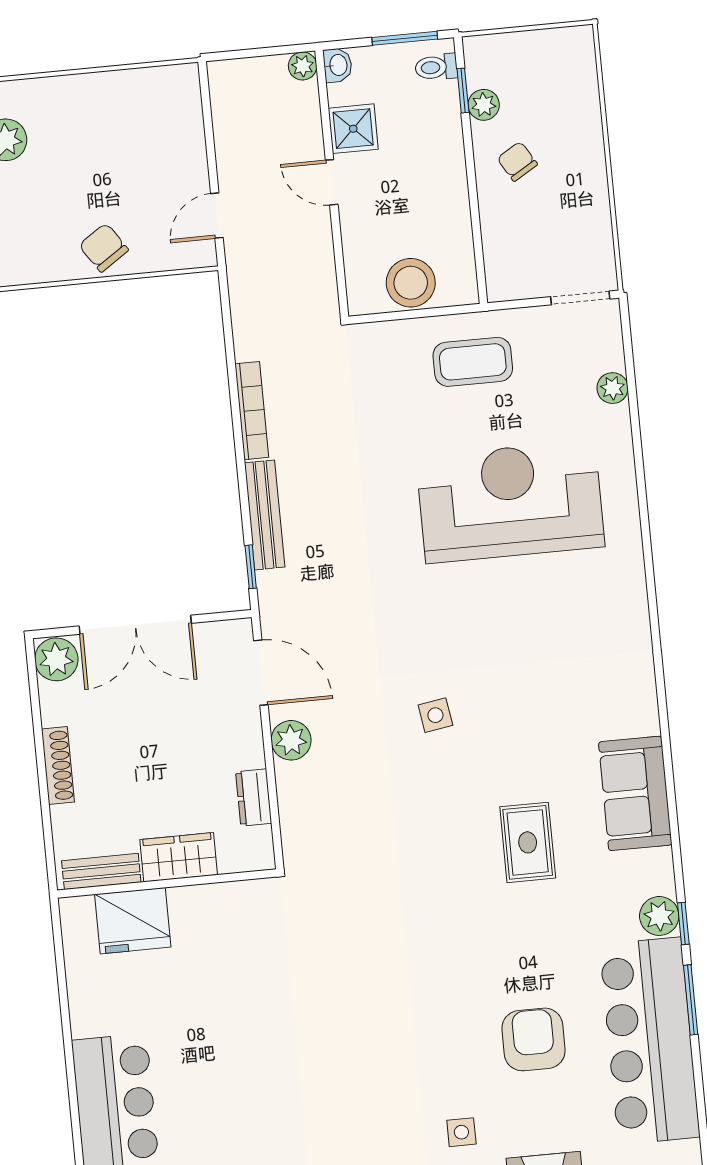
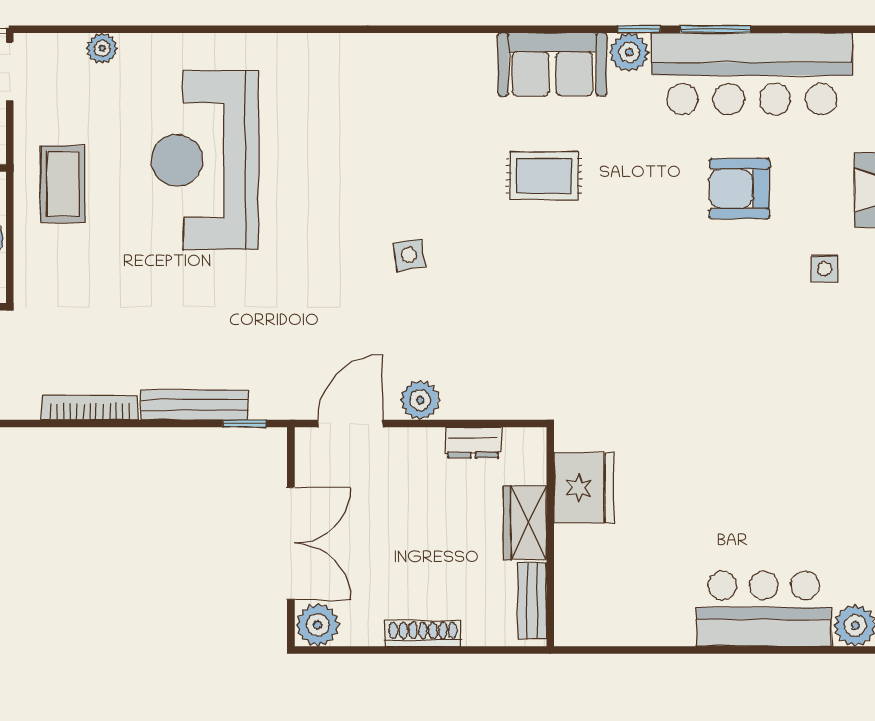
sofa: (635, 793) -> (552, 64), moved
fridge: (133, 921) -> (584, 488), moved

